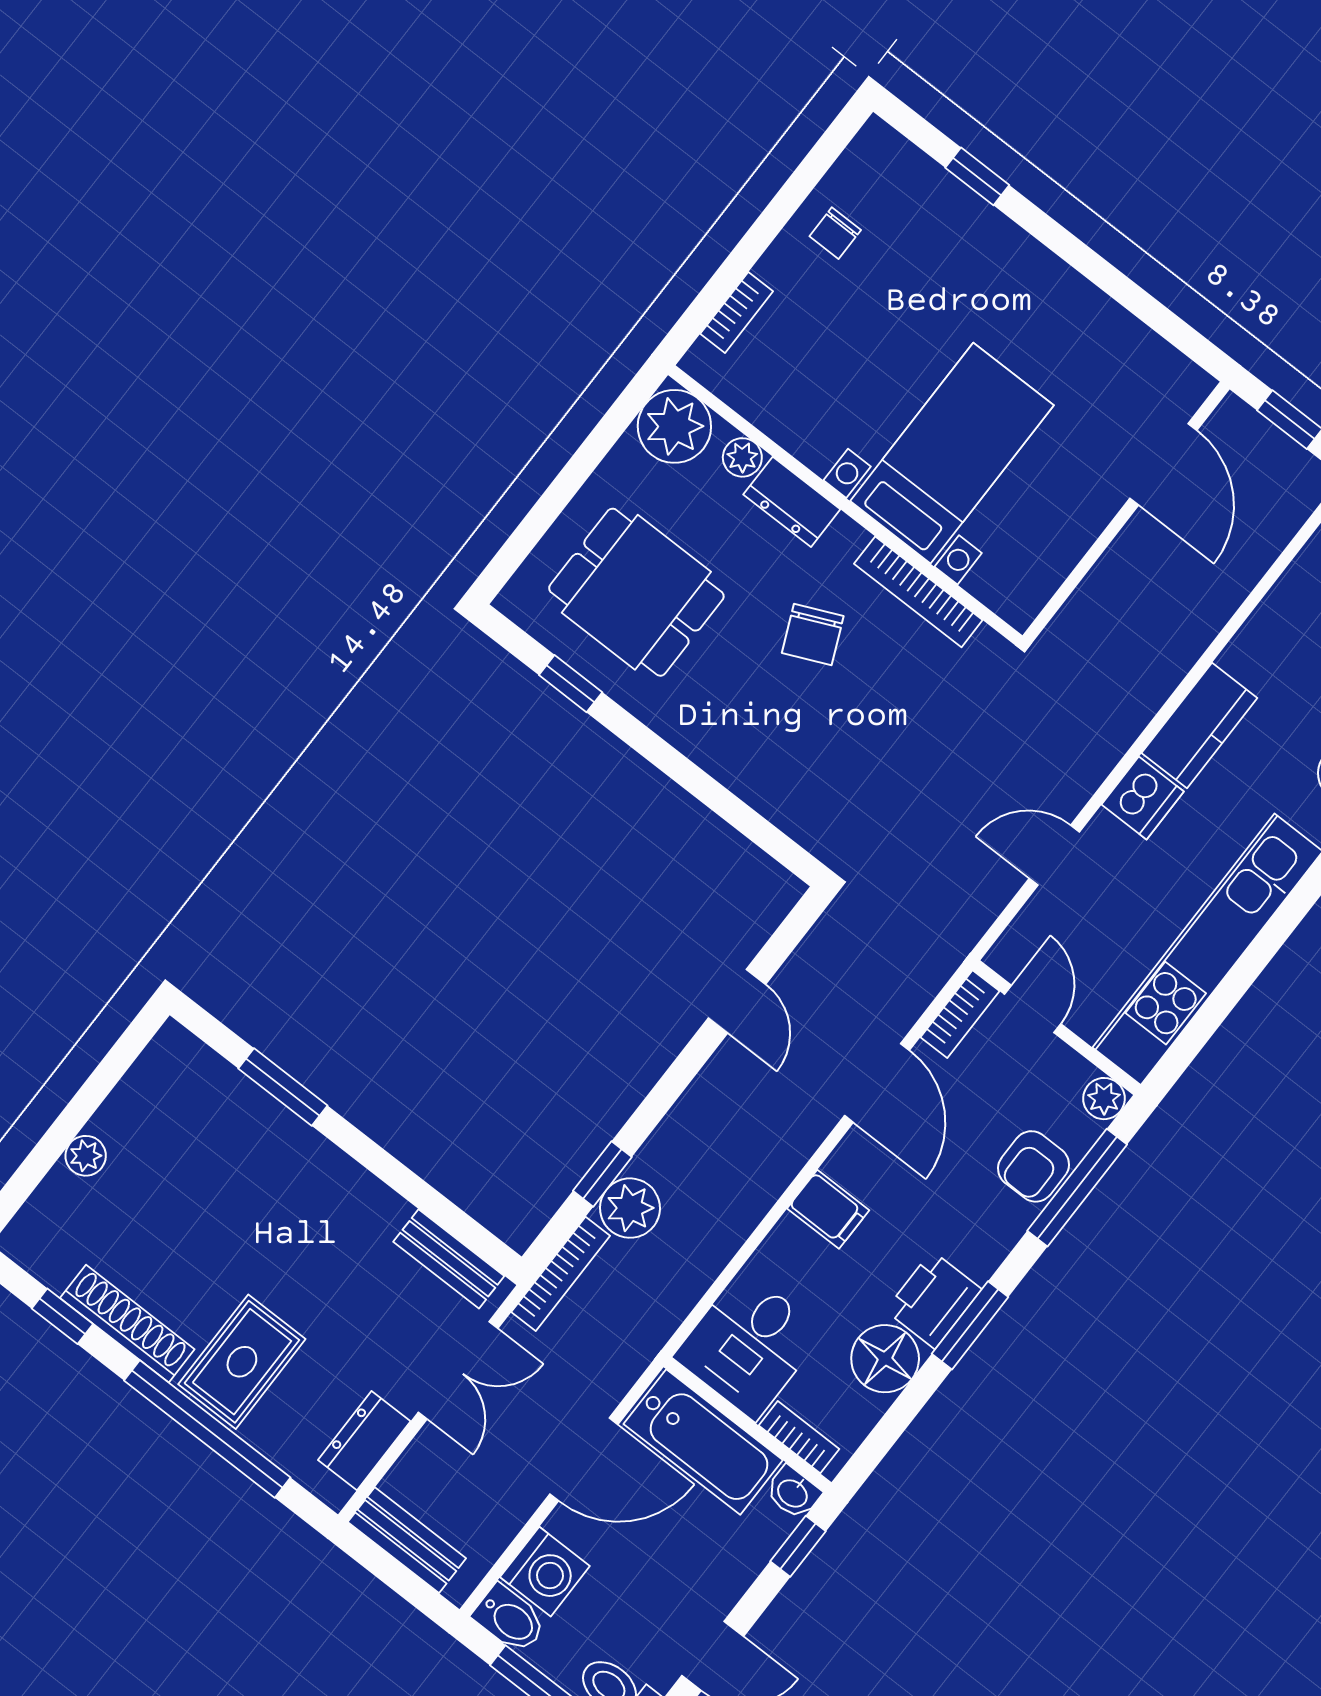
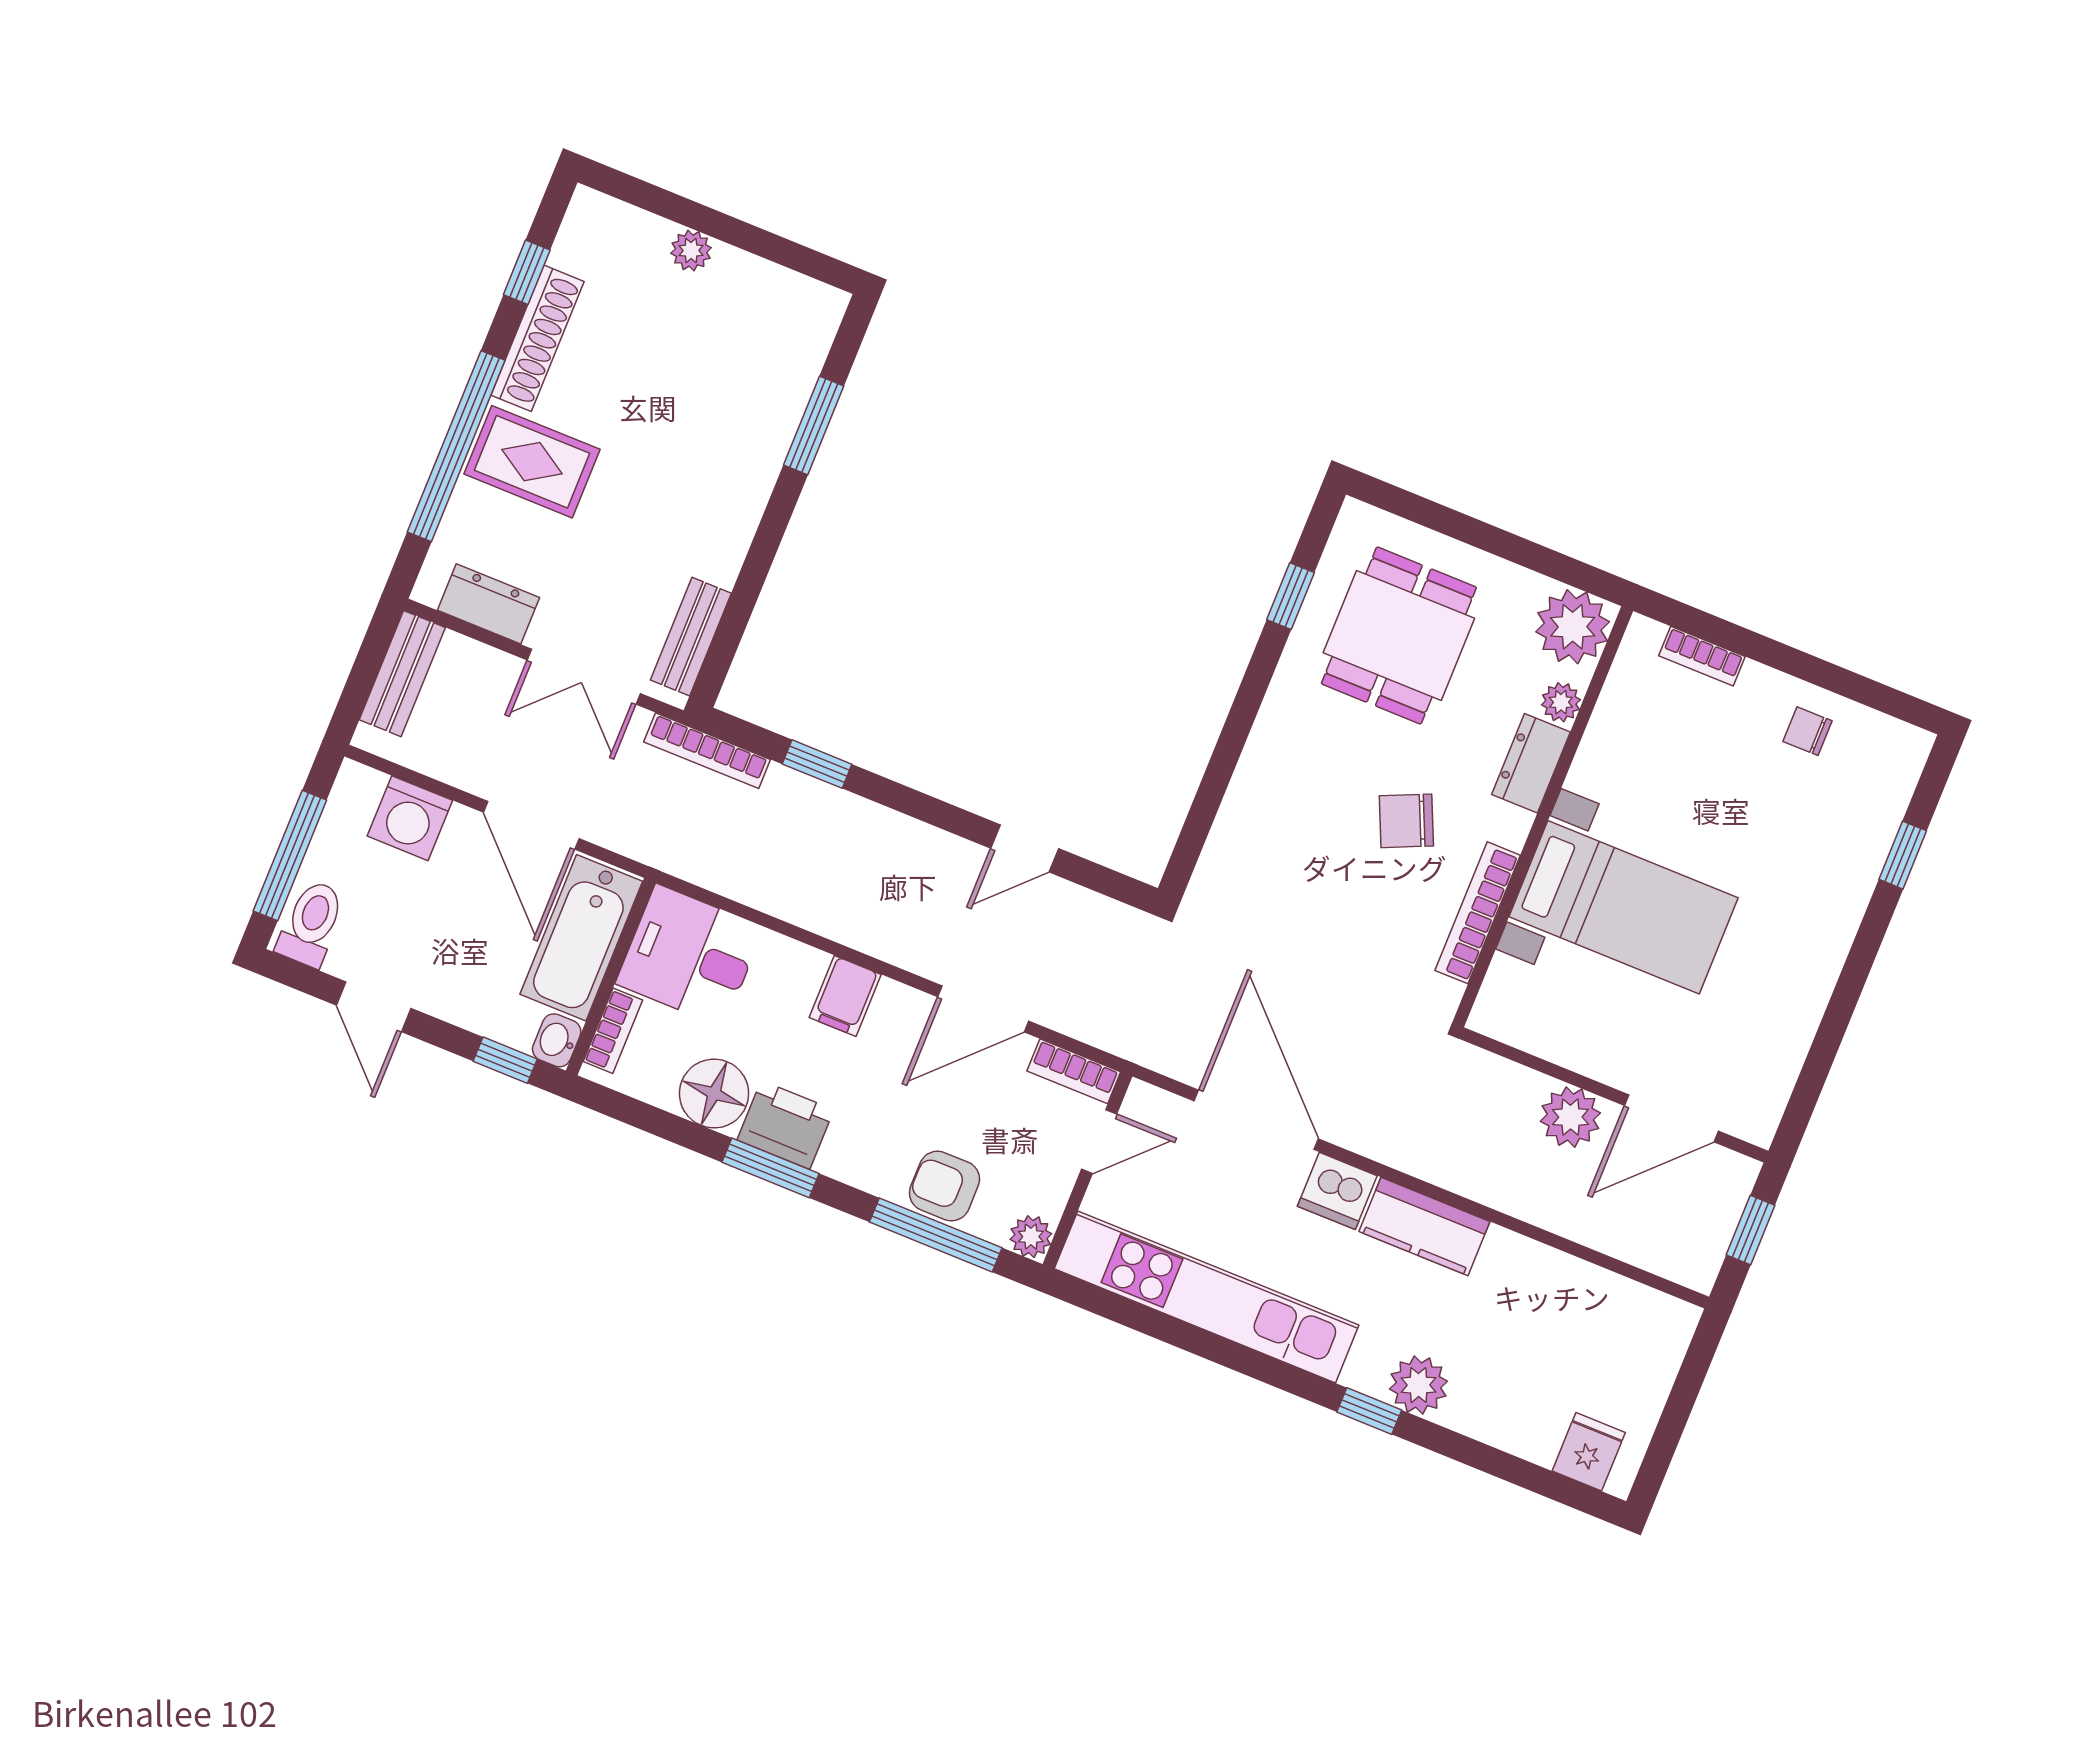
door: (1054, 855) -> (1256, 1120), width x1.88
plant: (630, 1208) -> (1570, 1117), moved
bidet: (510, 1619) -> (353, 797), removed

